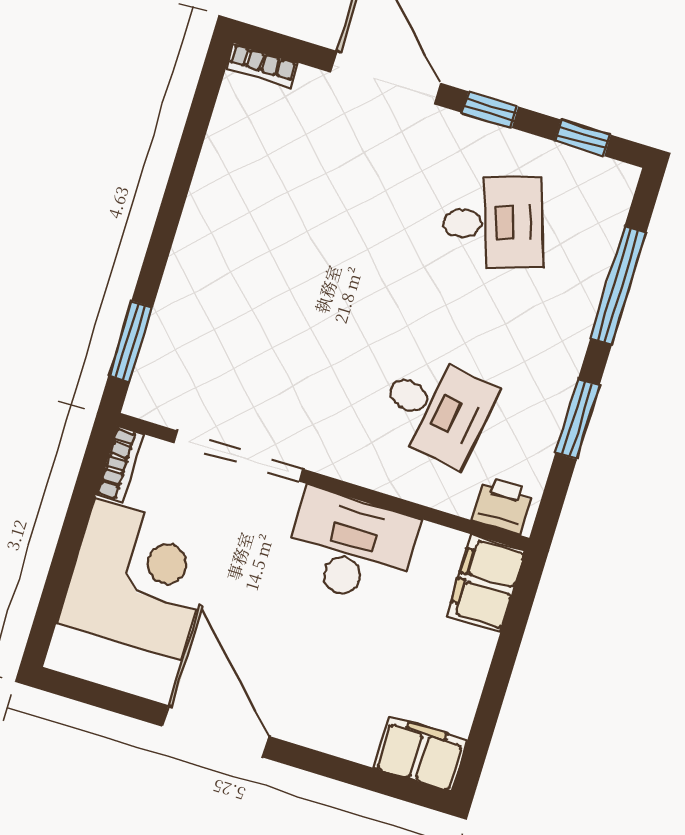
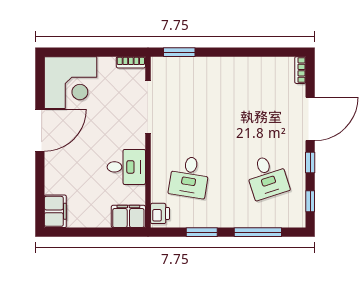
desk: (351, 547) -> (126, 167), width x0.73
corner desk: (138, 579) -> (70, 83), moved

